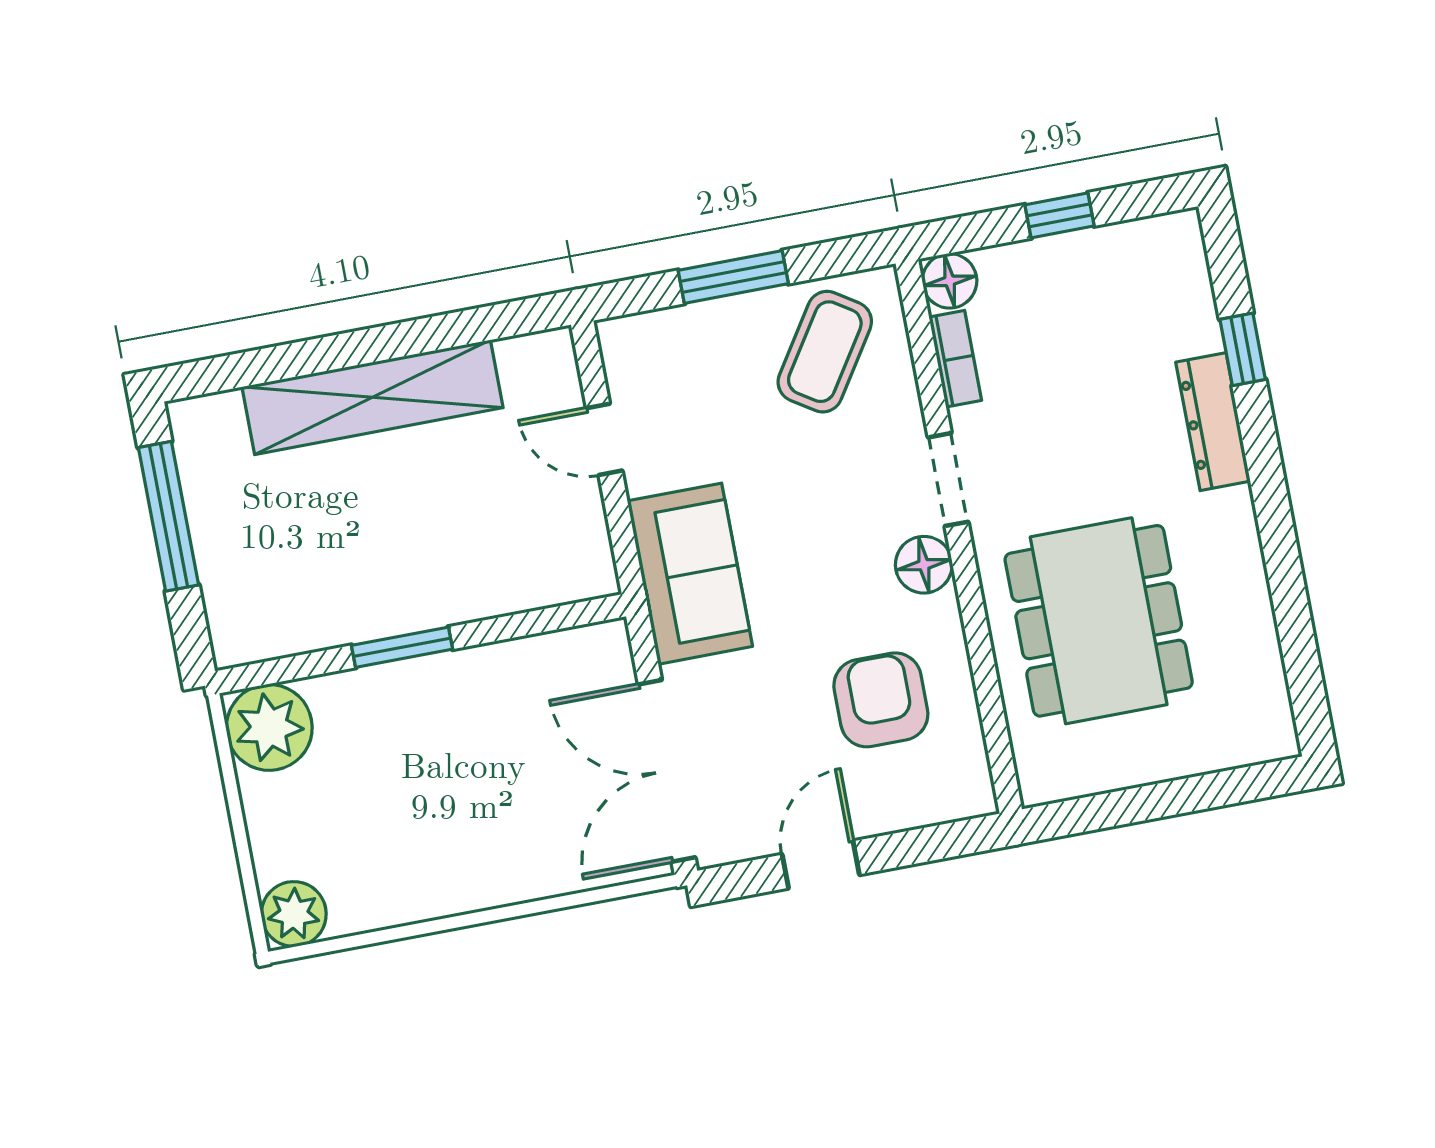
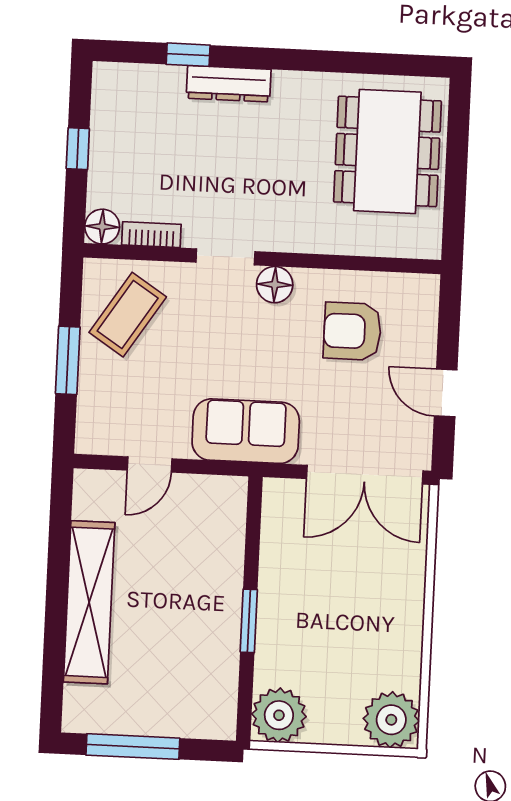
coffee table: (825, 352) -> (128, 315), turned 90
dining table: (1099, 621) -> (387, 151), moved, turned 90
plant: (294, 914) -> (391, 720), width x1.36, depth x1.36

